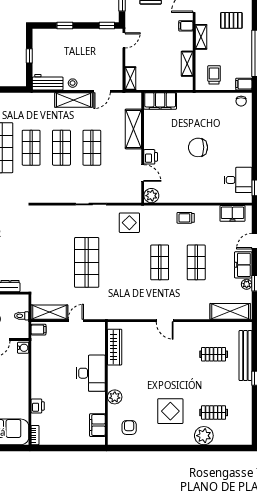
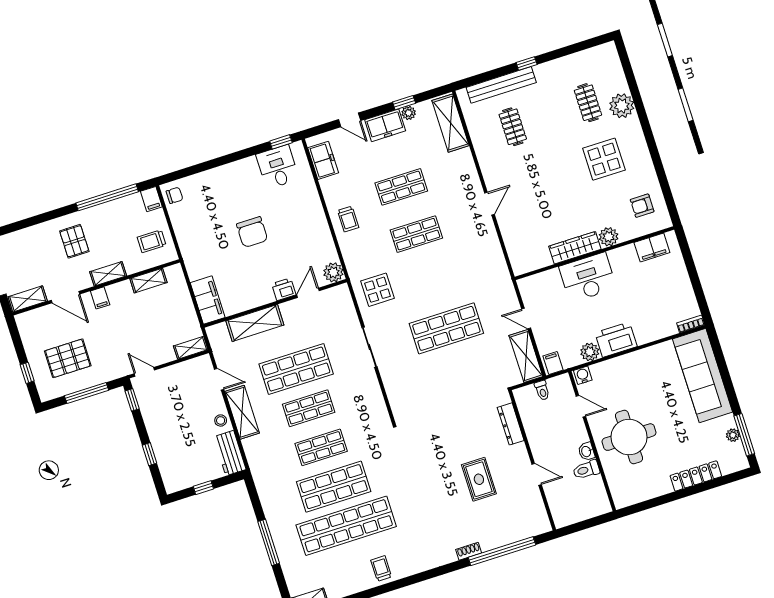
shop shelf: (92, 148) -> (296, 369), width x1.43, depth x1.36
wardrobe: (115, 347) -> (575, 248), moved
plant: (38, 358) -> (590, 352), added
printer: (38, 406) -> (616, 340), moved, width x1.87, depth x1.48

